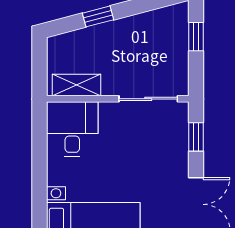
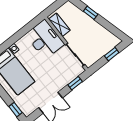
desk: (72, 129) -> (45, 39), width x1.37

